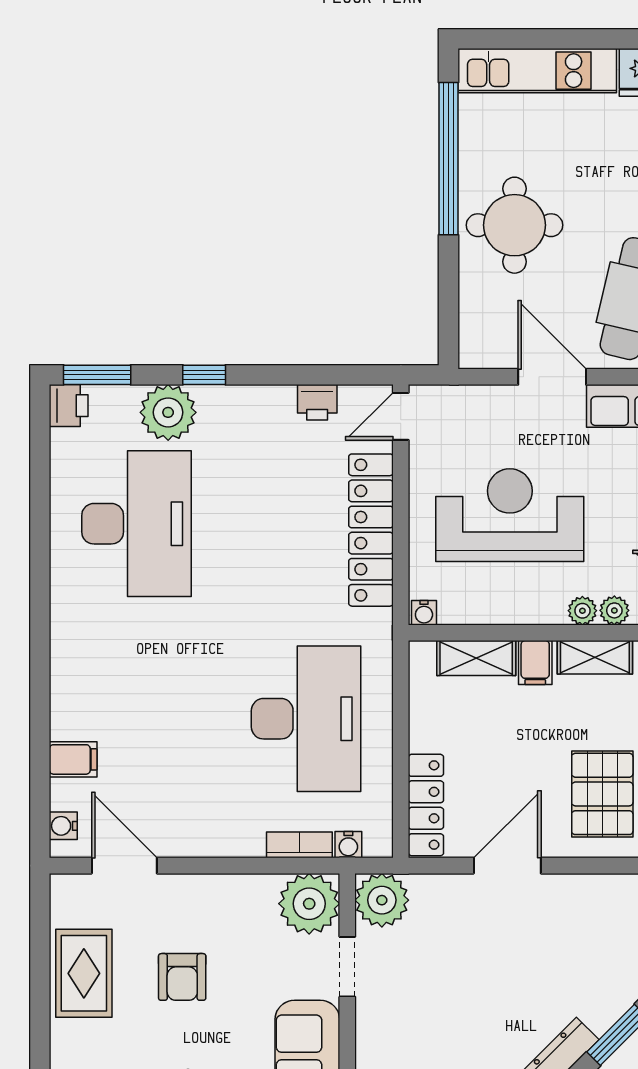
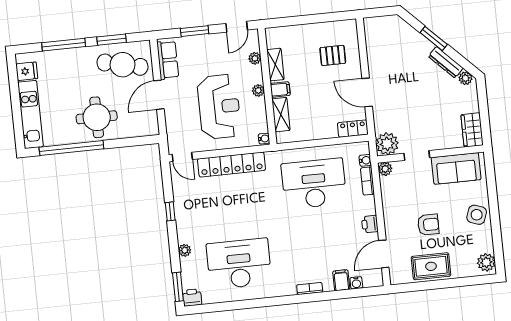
window: (204, 375) -> (170, 211), moved
printer: (317, 402) -> (370, 224), moved, turned 180
plant: (168, 412) -> (185, 250), width x0.53, depth x0.53
reception desk: (510, 515) -> (219, 107), turned 180
plant: (582, 611) -> (258, 90), moved
bookcase: (61, 683) -> (310, 288), added
pallet: (602, 794) -> (333, 55), width x0.67, depth x0.71
locker: (426, 805) -> (353, 129), width x0.66
water cooler: (63, 826) -> (356, 283), moved
plant: (309, 904) -> (385, 169), width x0.53, depth x0.53

